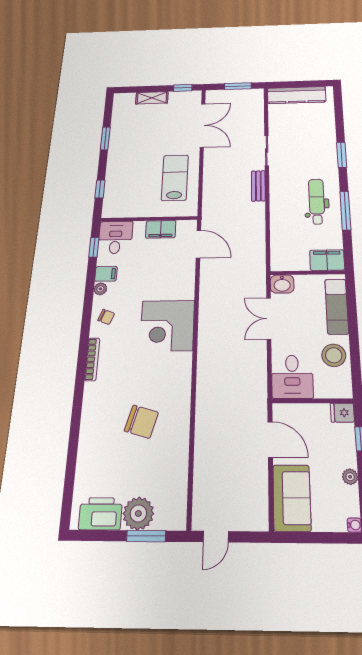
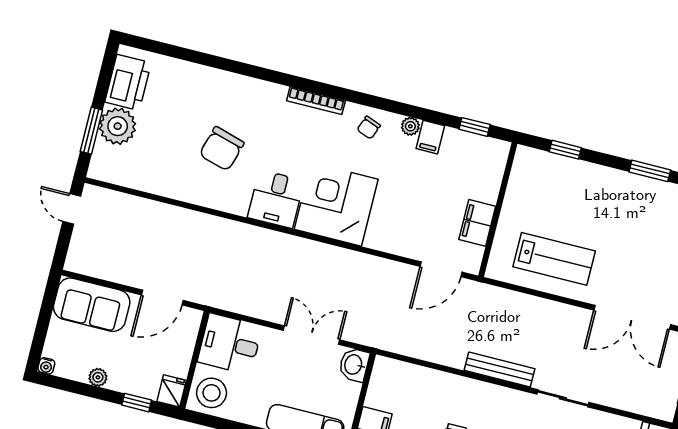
bench: (258, 186) -> (499, 370), width x1.36
desk: (115, 237) -> (276, 199), moved, turned 90
stool: (334, 355) -> (212, 393), moved

